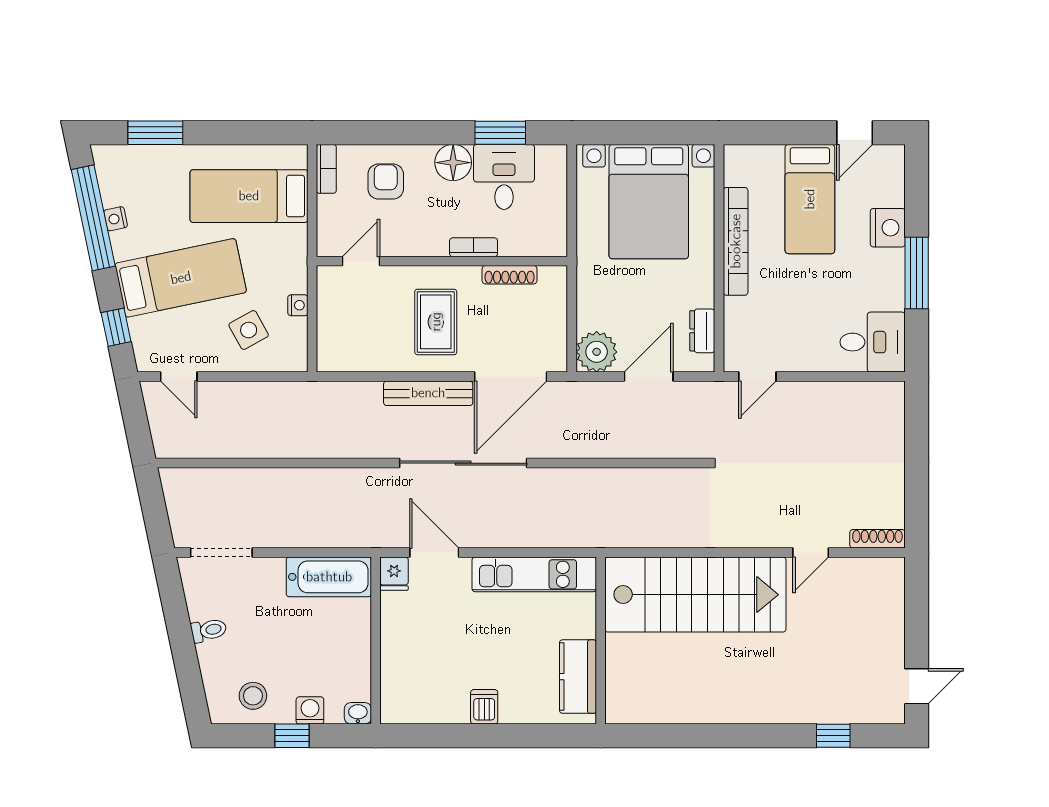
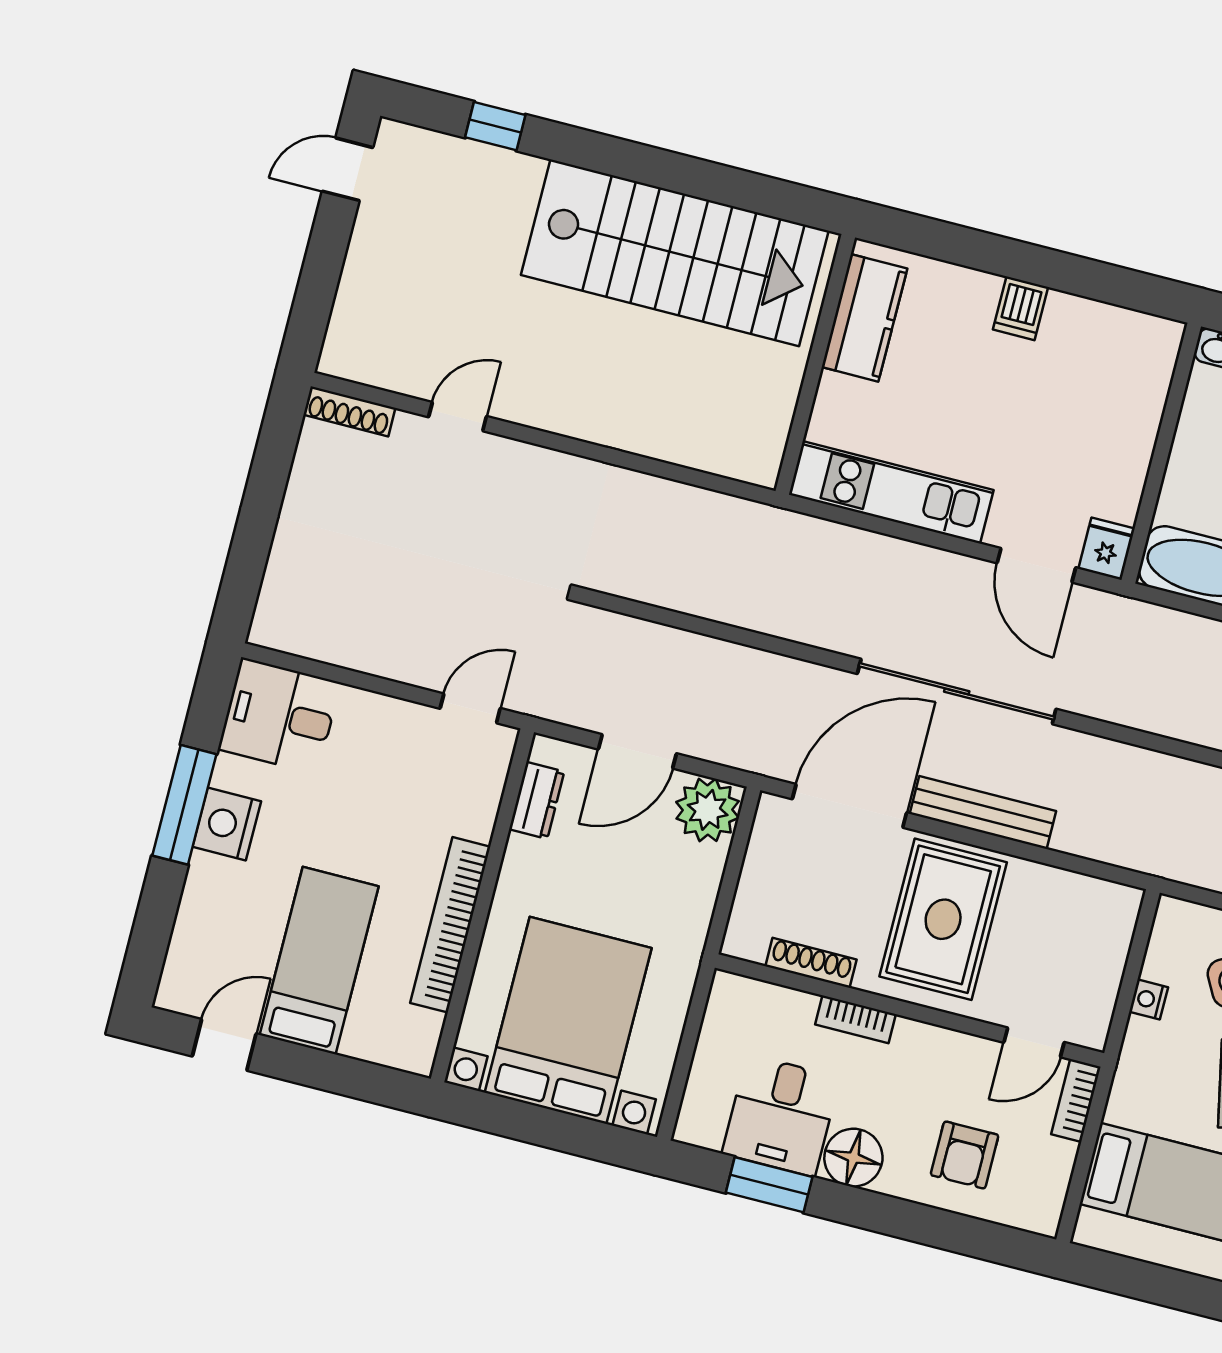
bookcase: (326, 169) -> (1076, 1101), moved
nightstand: (888, 228) -> (227, 824), moved
rug: (436, 322) -> (943, 919), width x1.36, depth x1.43
stairs: (695, 595) -> (675, 253), moved, turned 180

